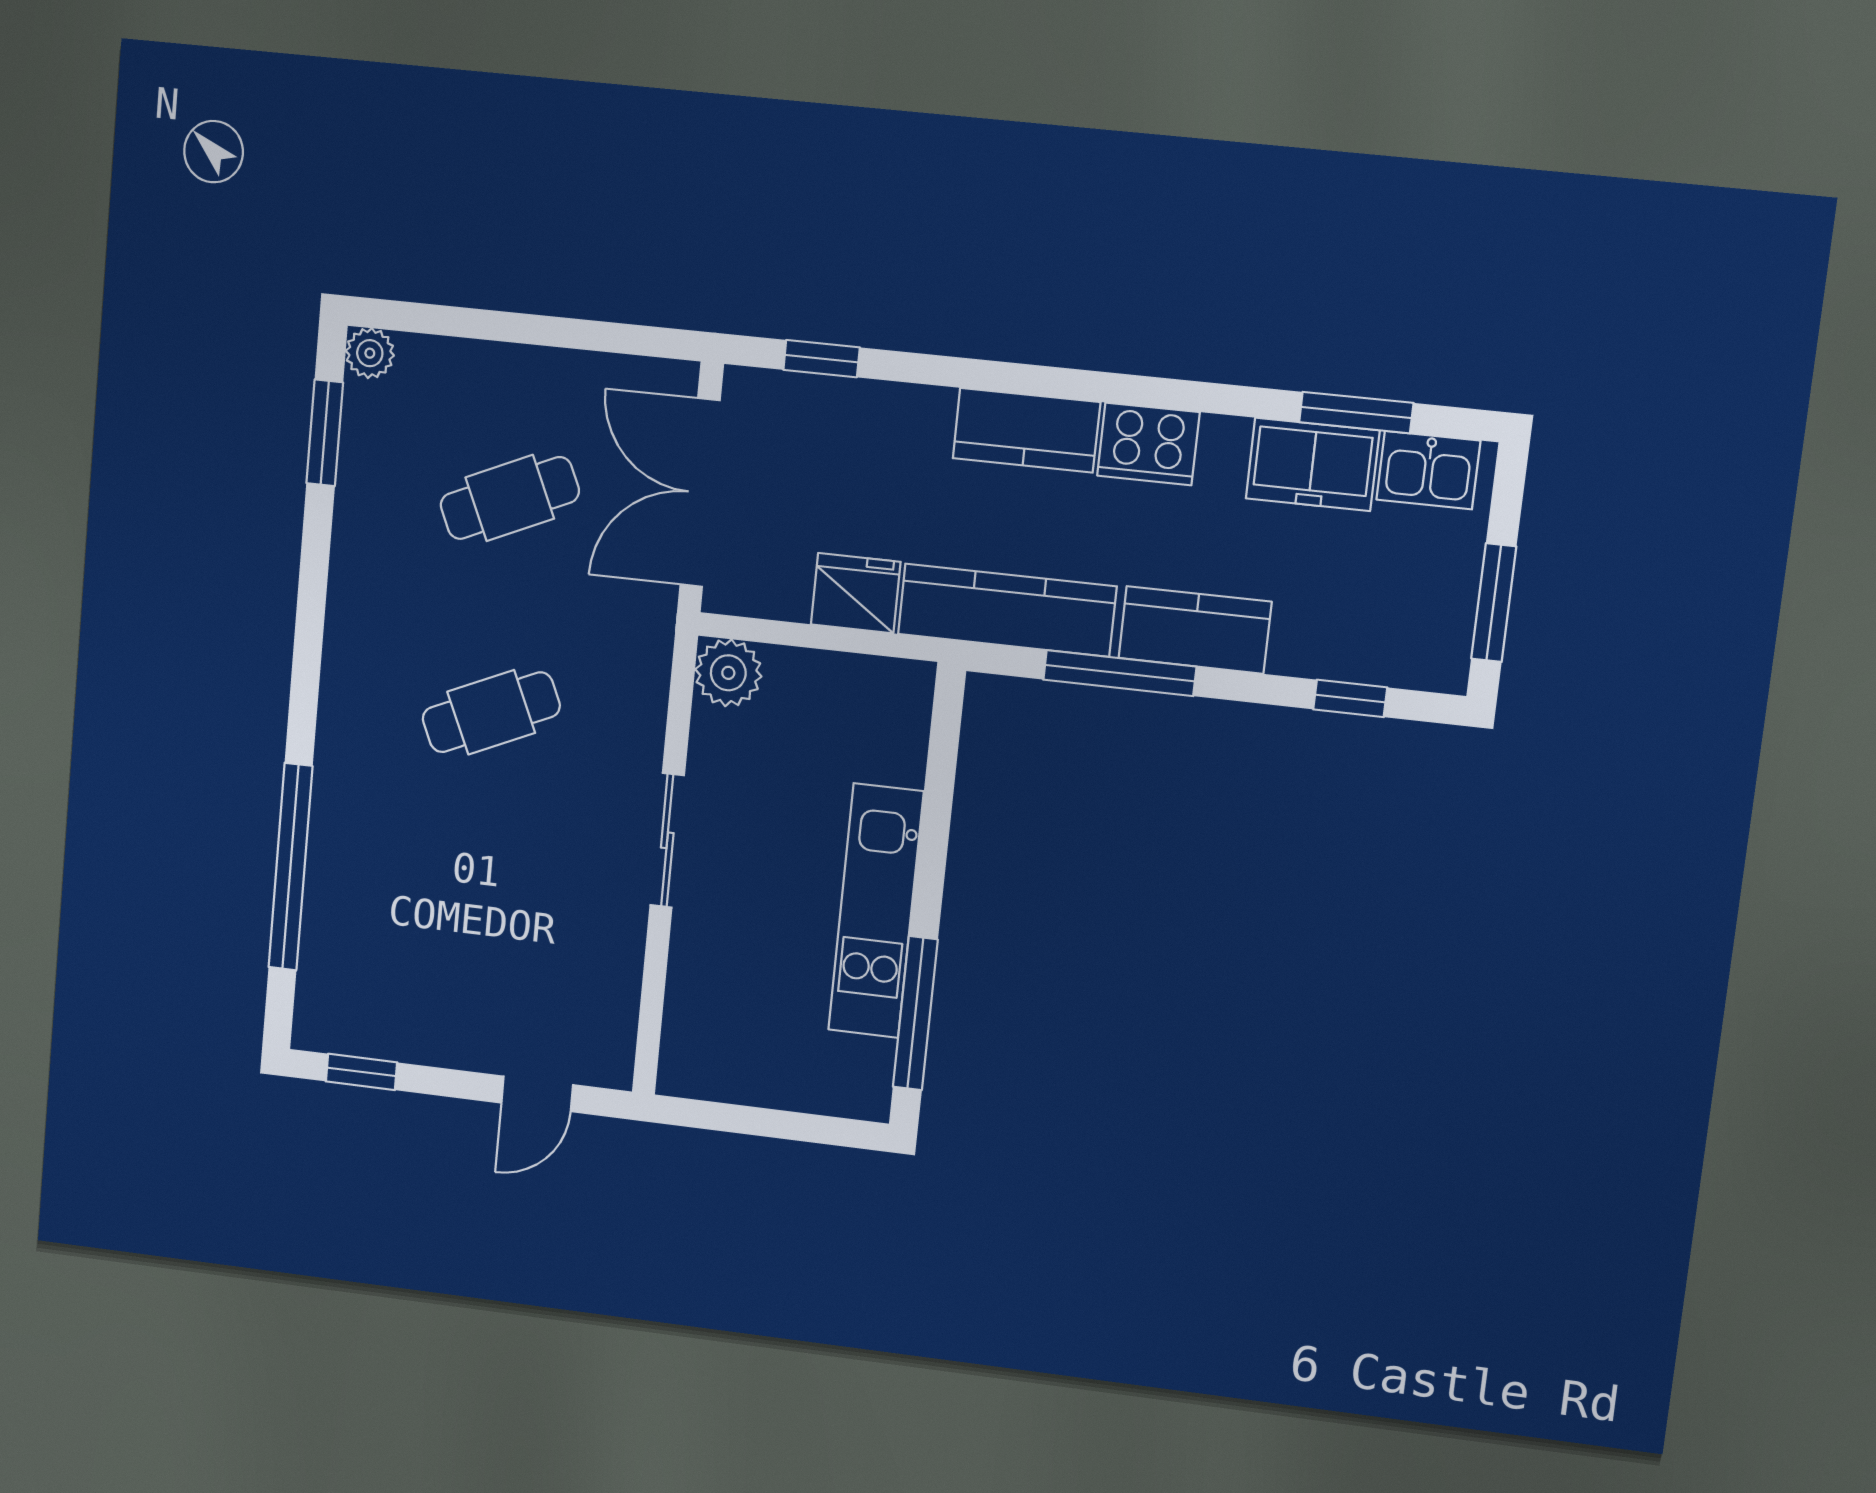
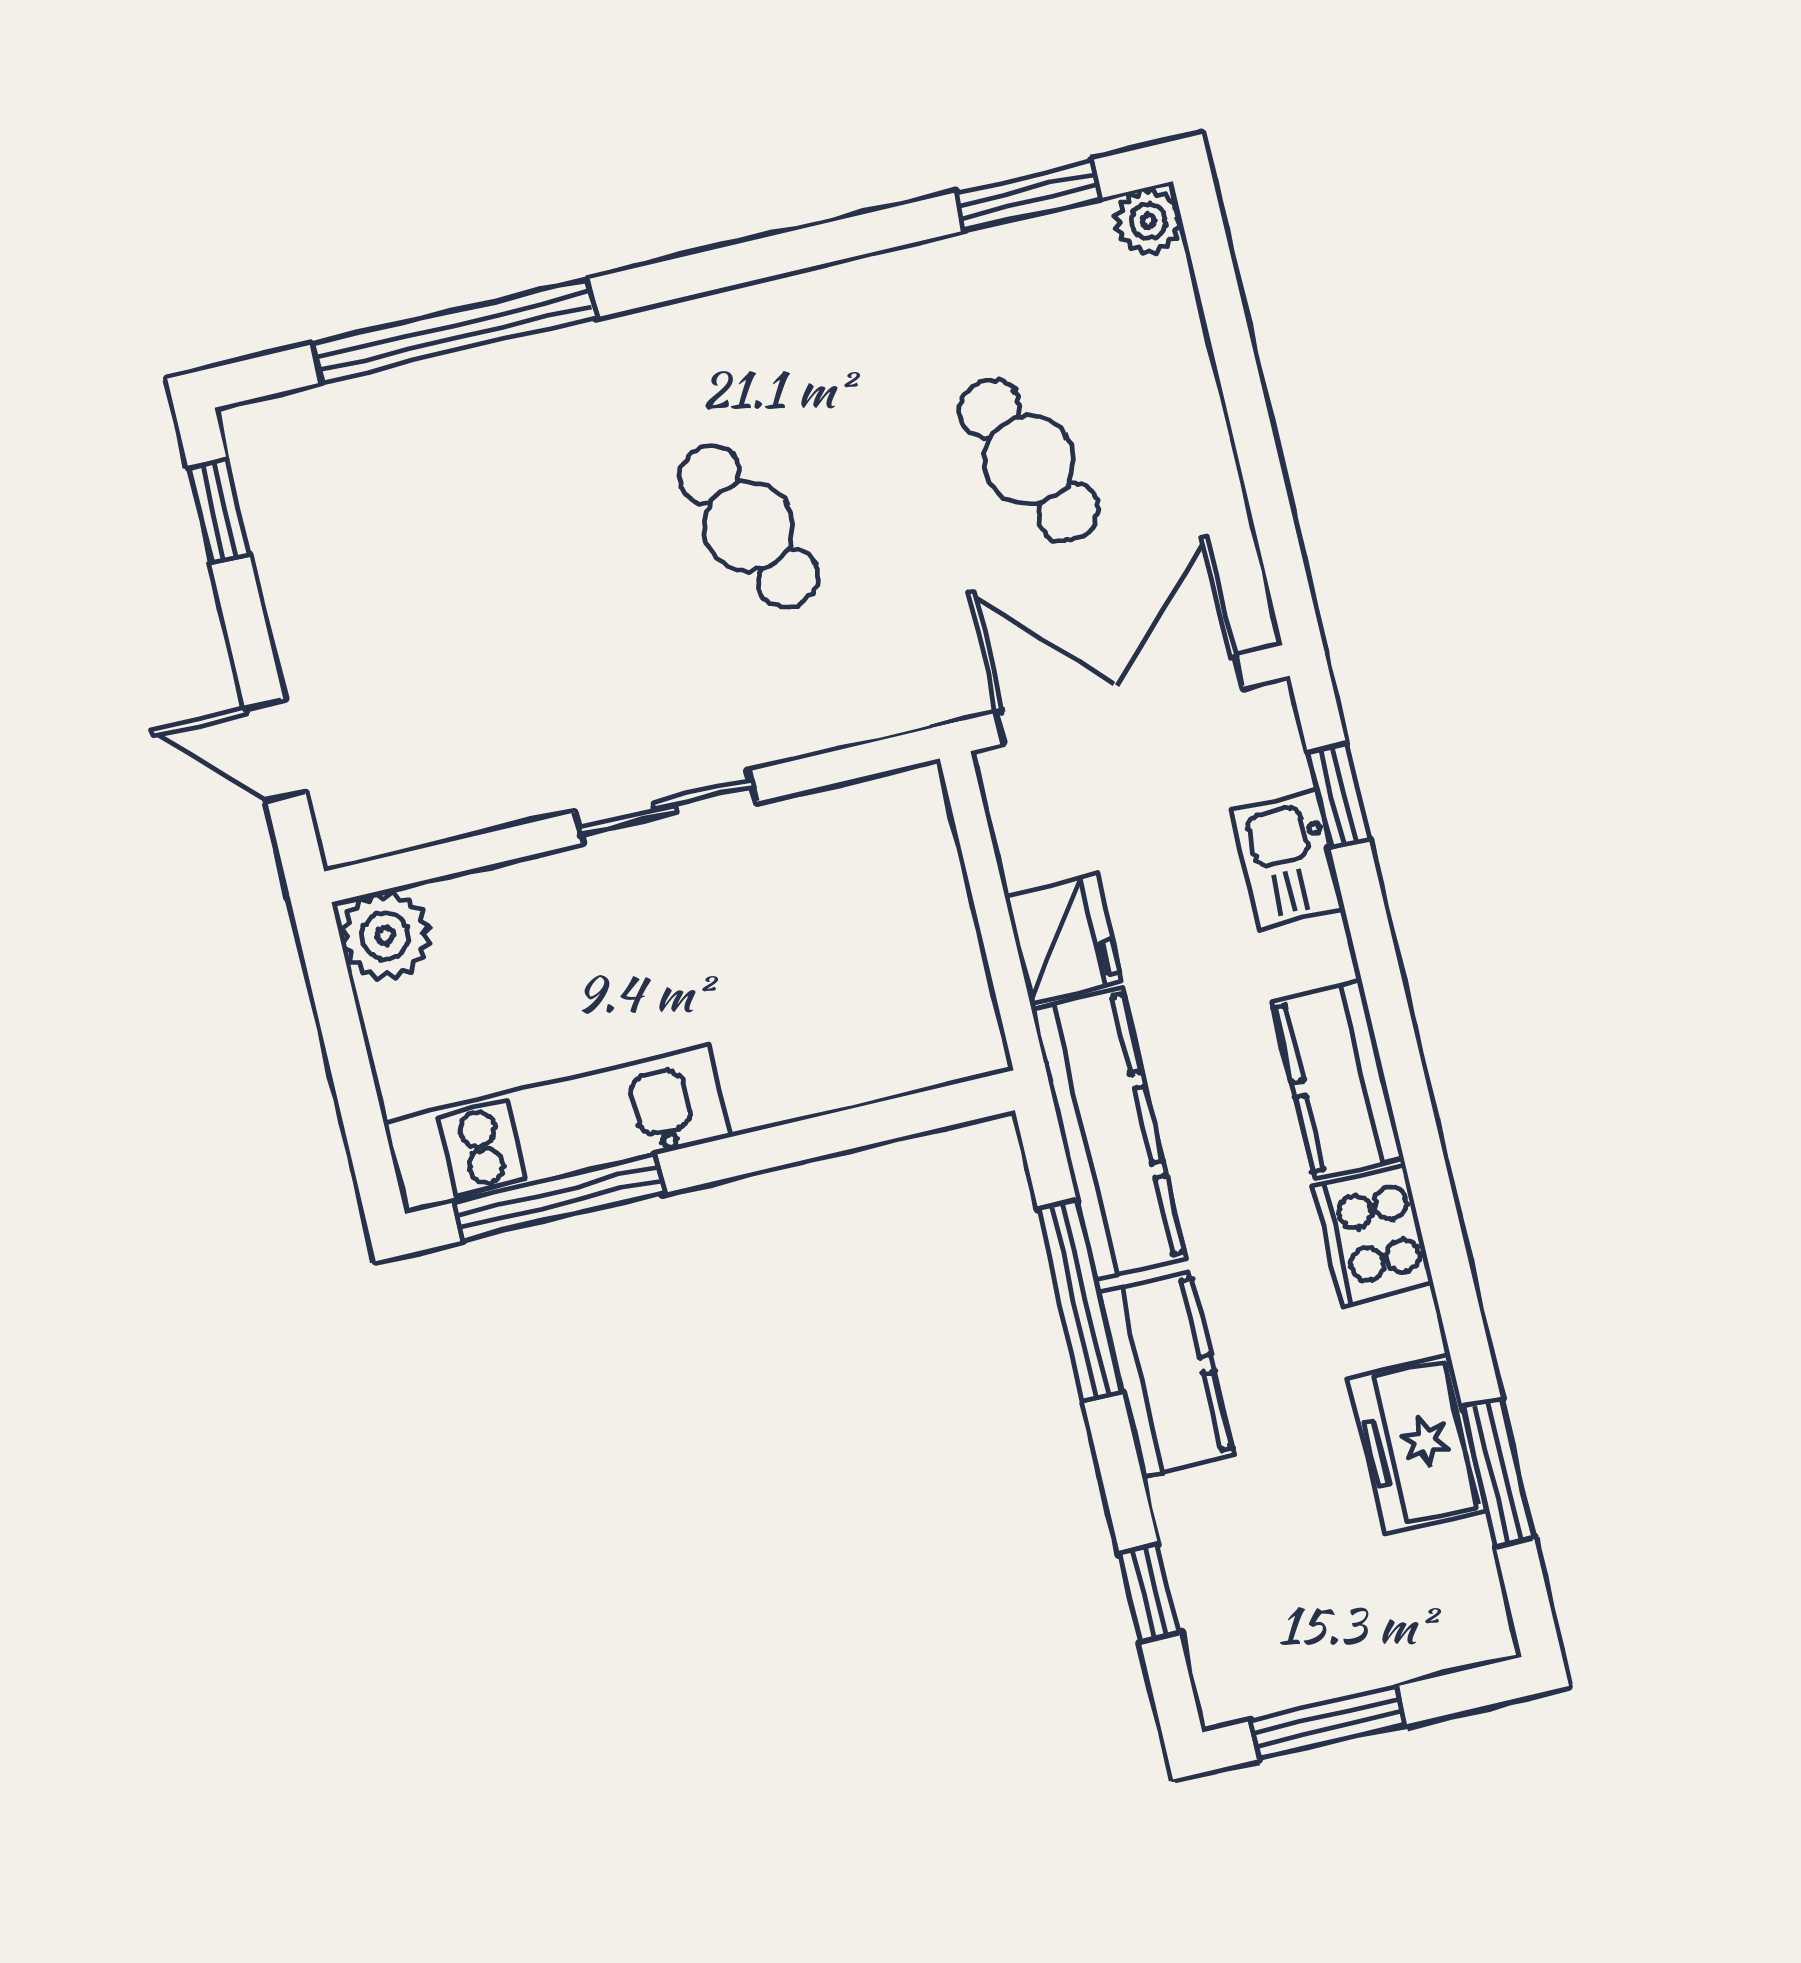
kitchen sink: (1428, 470) -> (1288, 859), moved
plant: (728, 673) -> (385, 935), moved
kitchen unit: (876, 911) -> (557, 1130), moved

